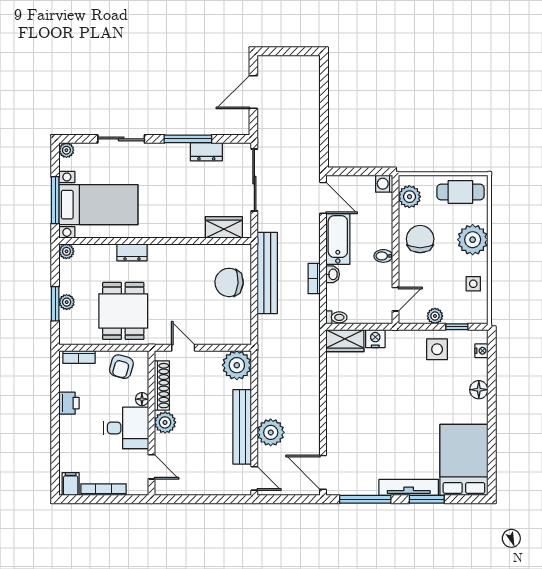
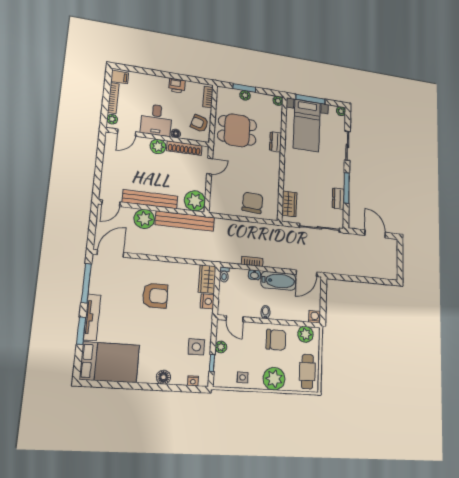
bench: (267, 273) -> (185, 221), moved
armchair: (374, 409) -> (155, 296), added
plant: (135, 488) -> (112, 119), added

